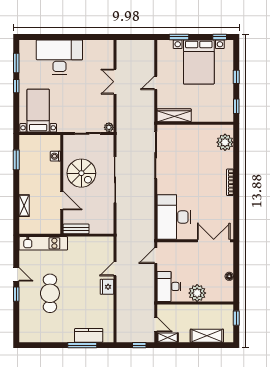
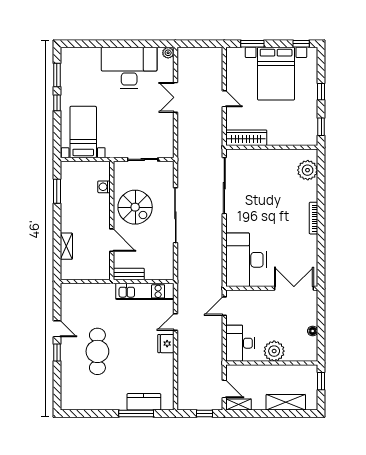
desk: (59, 57) -> (129, 68), moved
door: (156, 83) -> (224, 99), swing flipped
plant: (109, 127) -> (168, 53), moved
kitchen unit: (43, 243) -> (145, 291), moved

